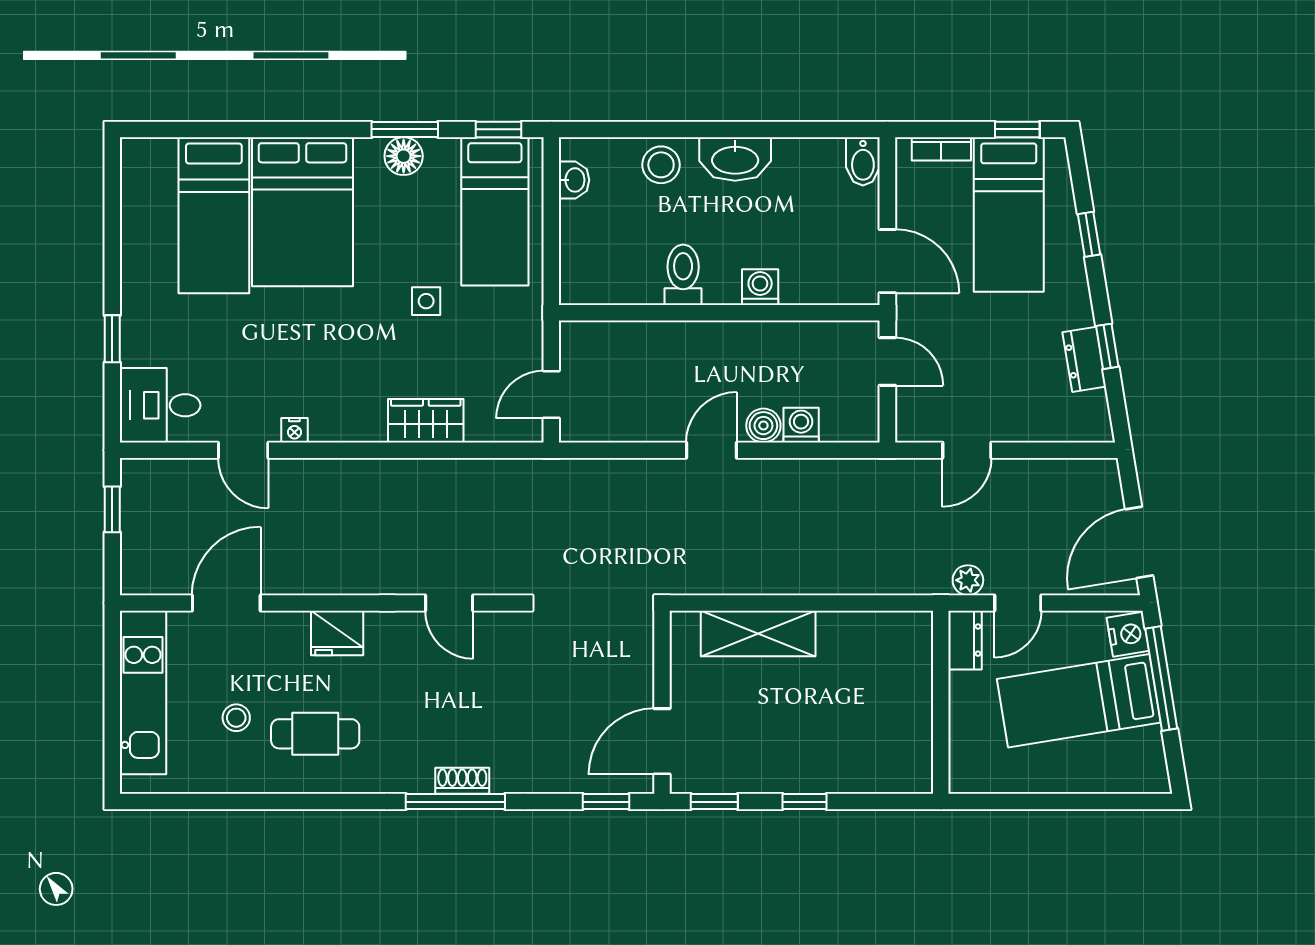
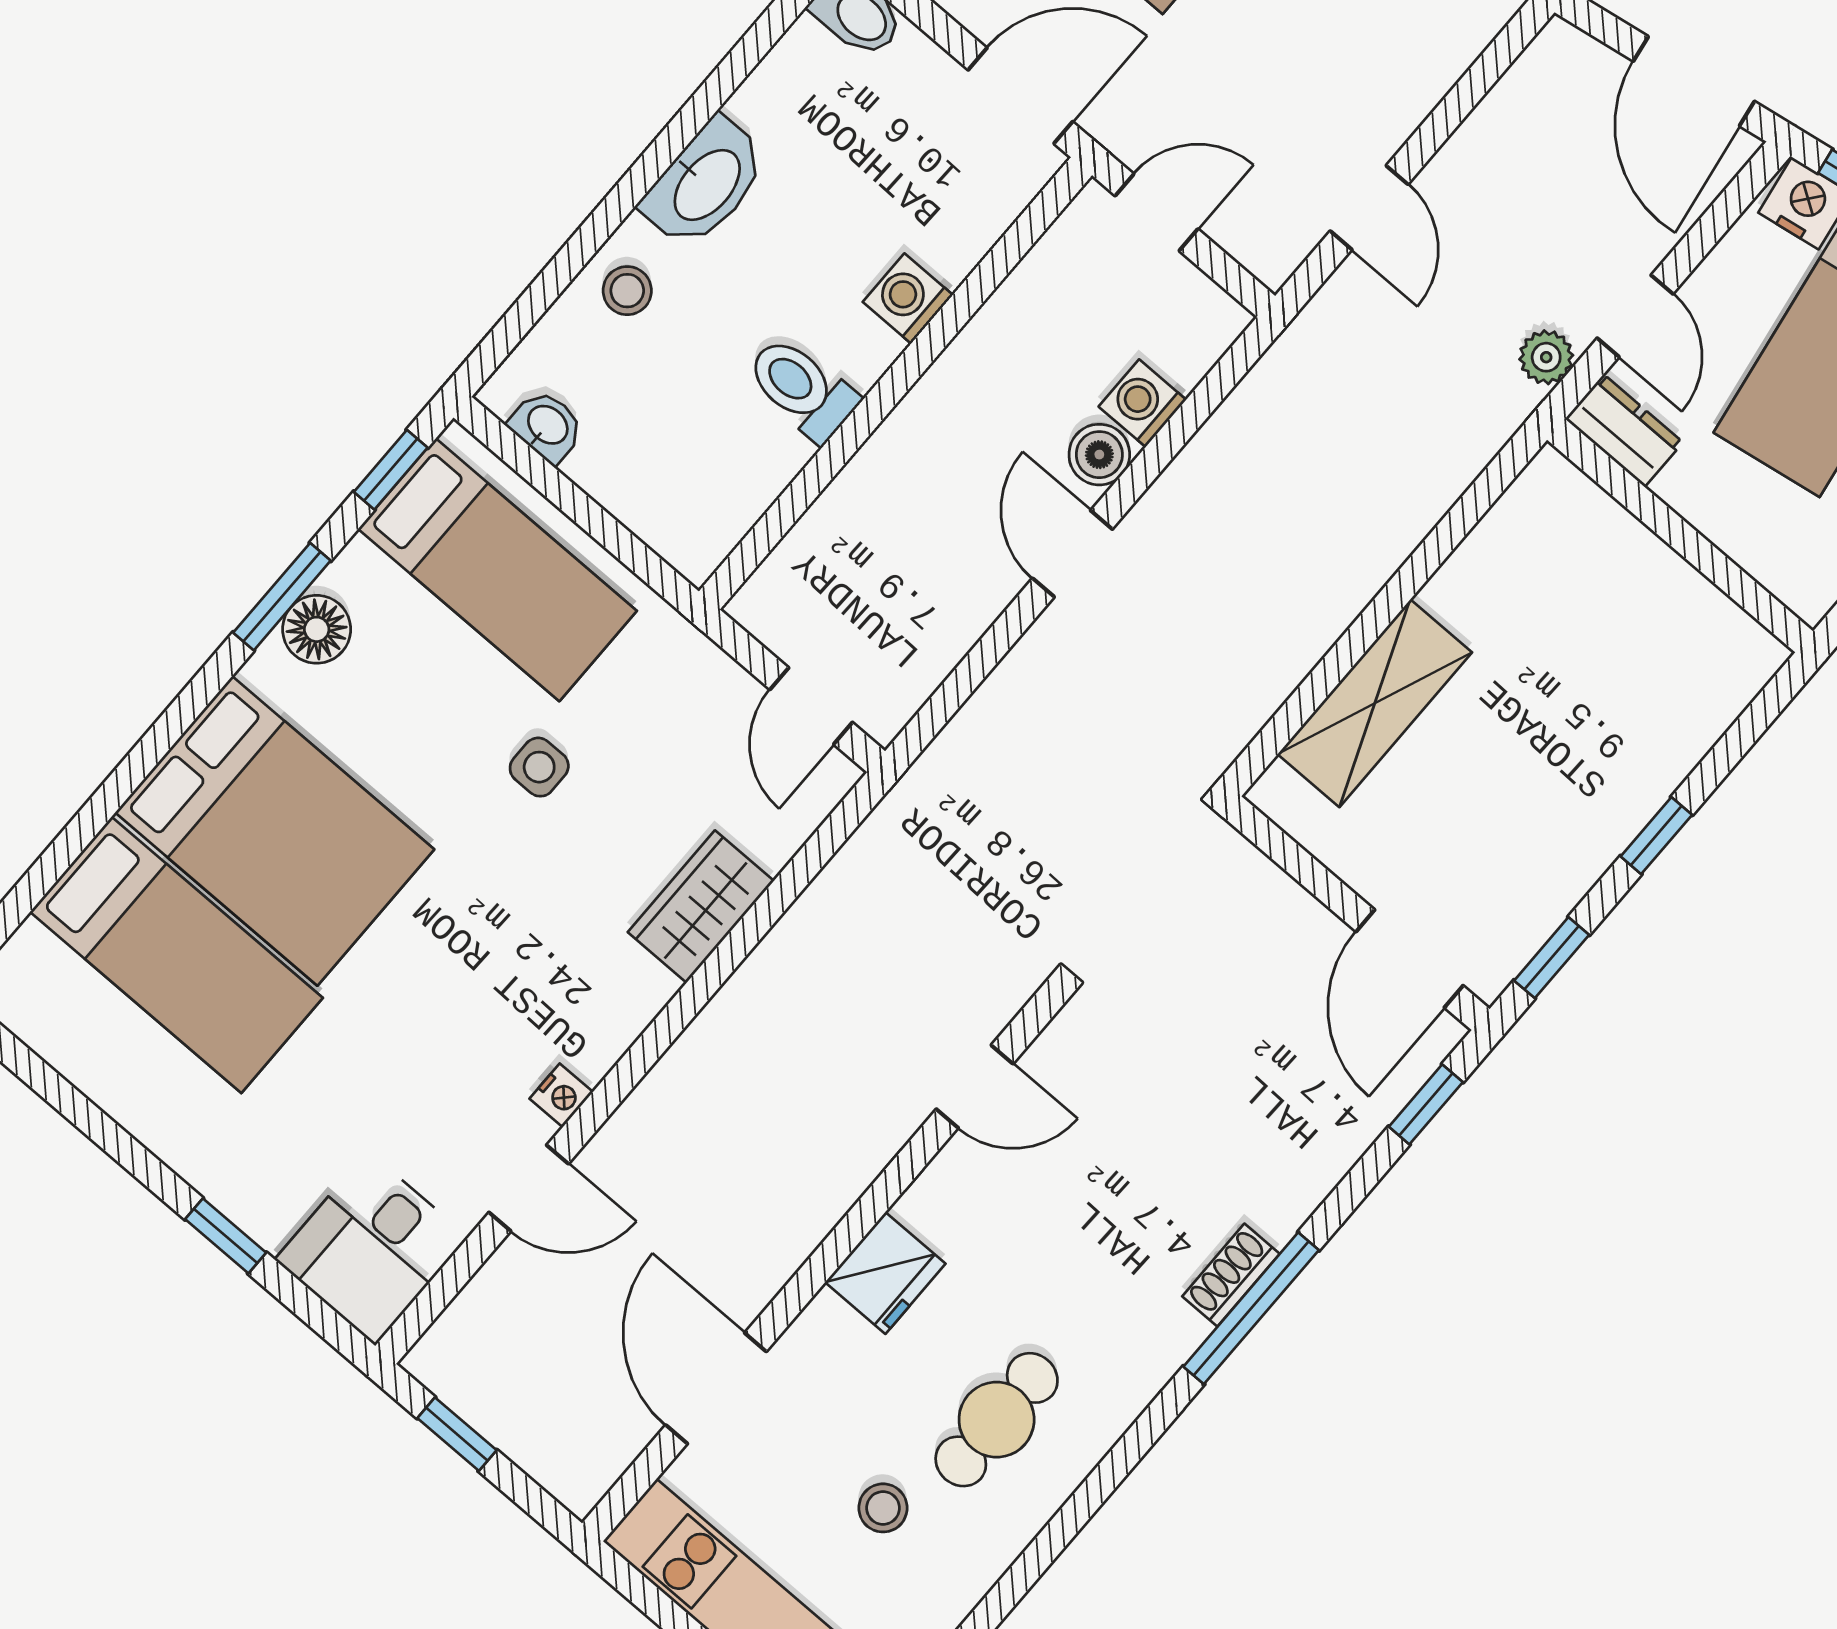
stool: (661, 165) -> (627, 291), width x0.73, depth x0.73

